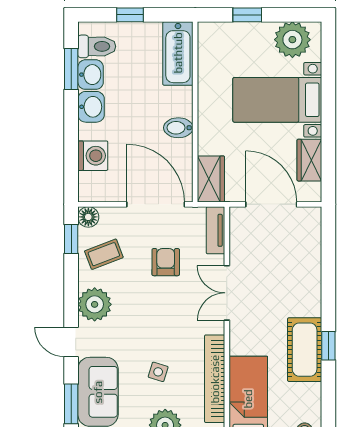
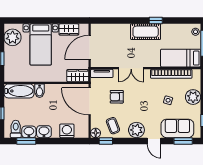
bidet: (178, 128) -> (40, 91), moved
door: (156, 204) -> (90, 101), hinge flipped
door: (71, 342) -> (154, 141), hinge flipped
cot: (305, 350) -> (146, 32), moved

